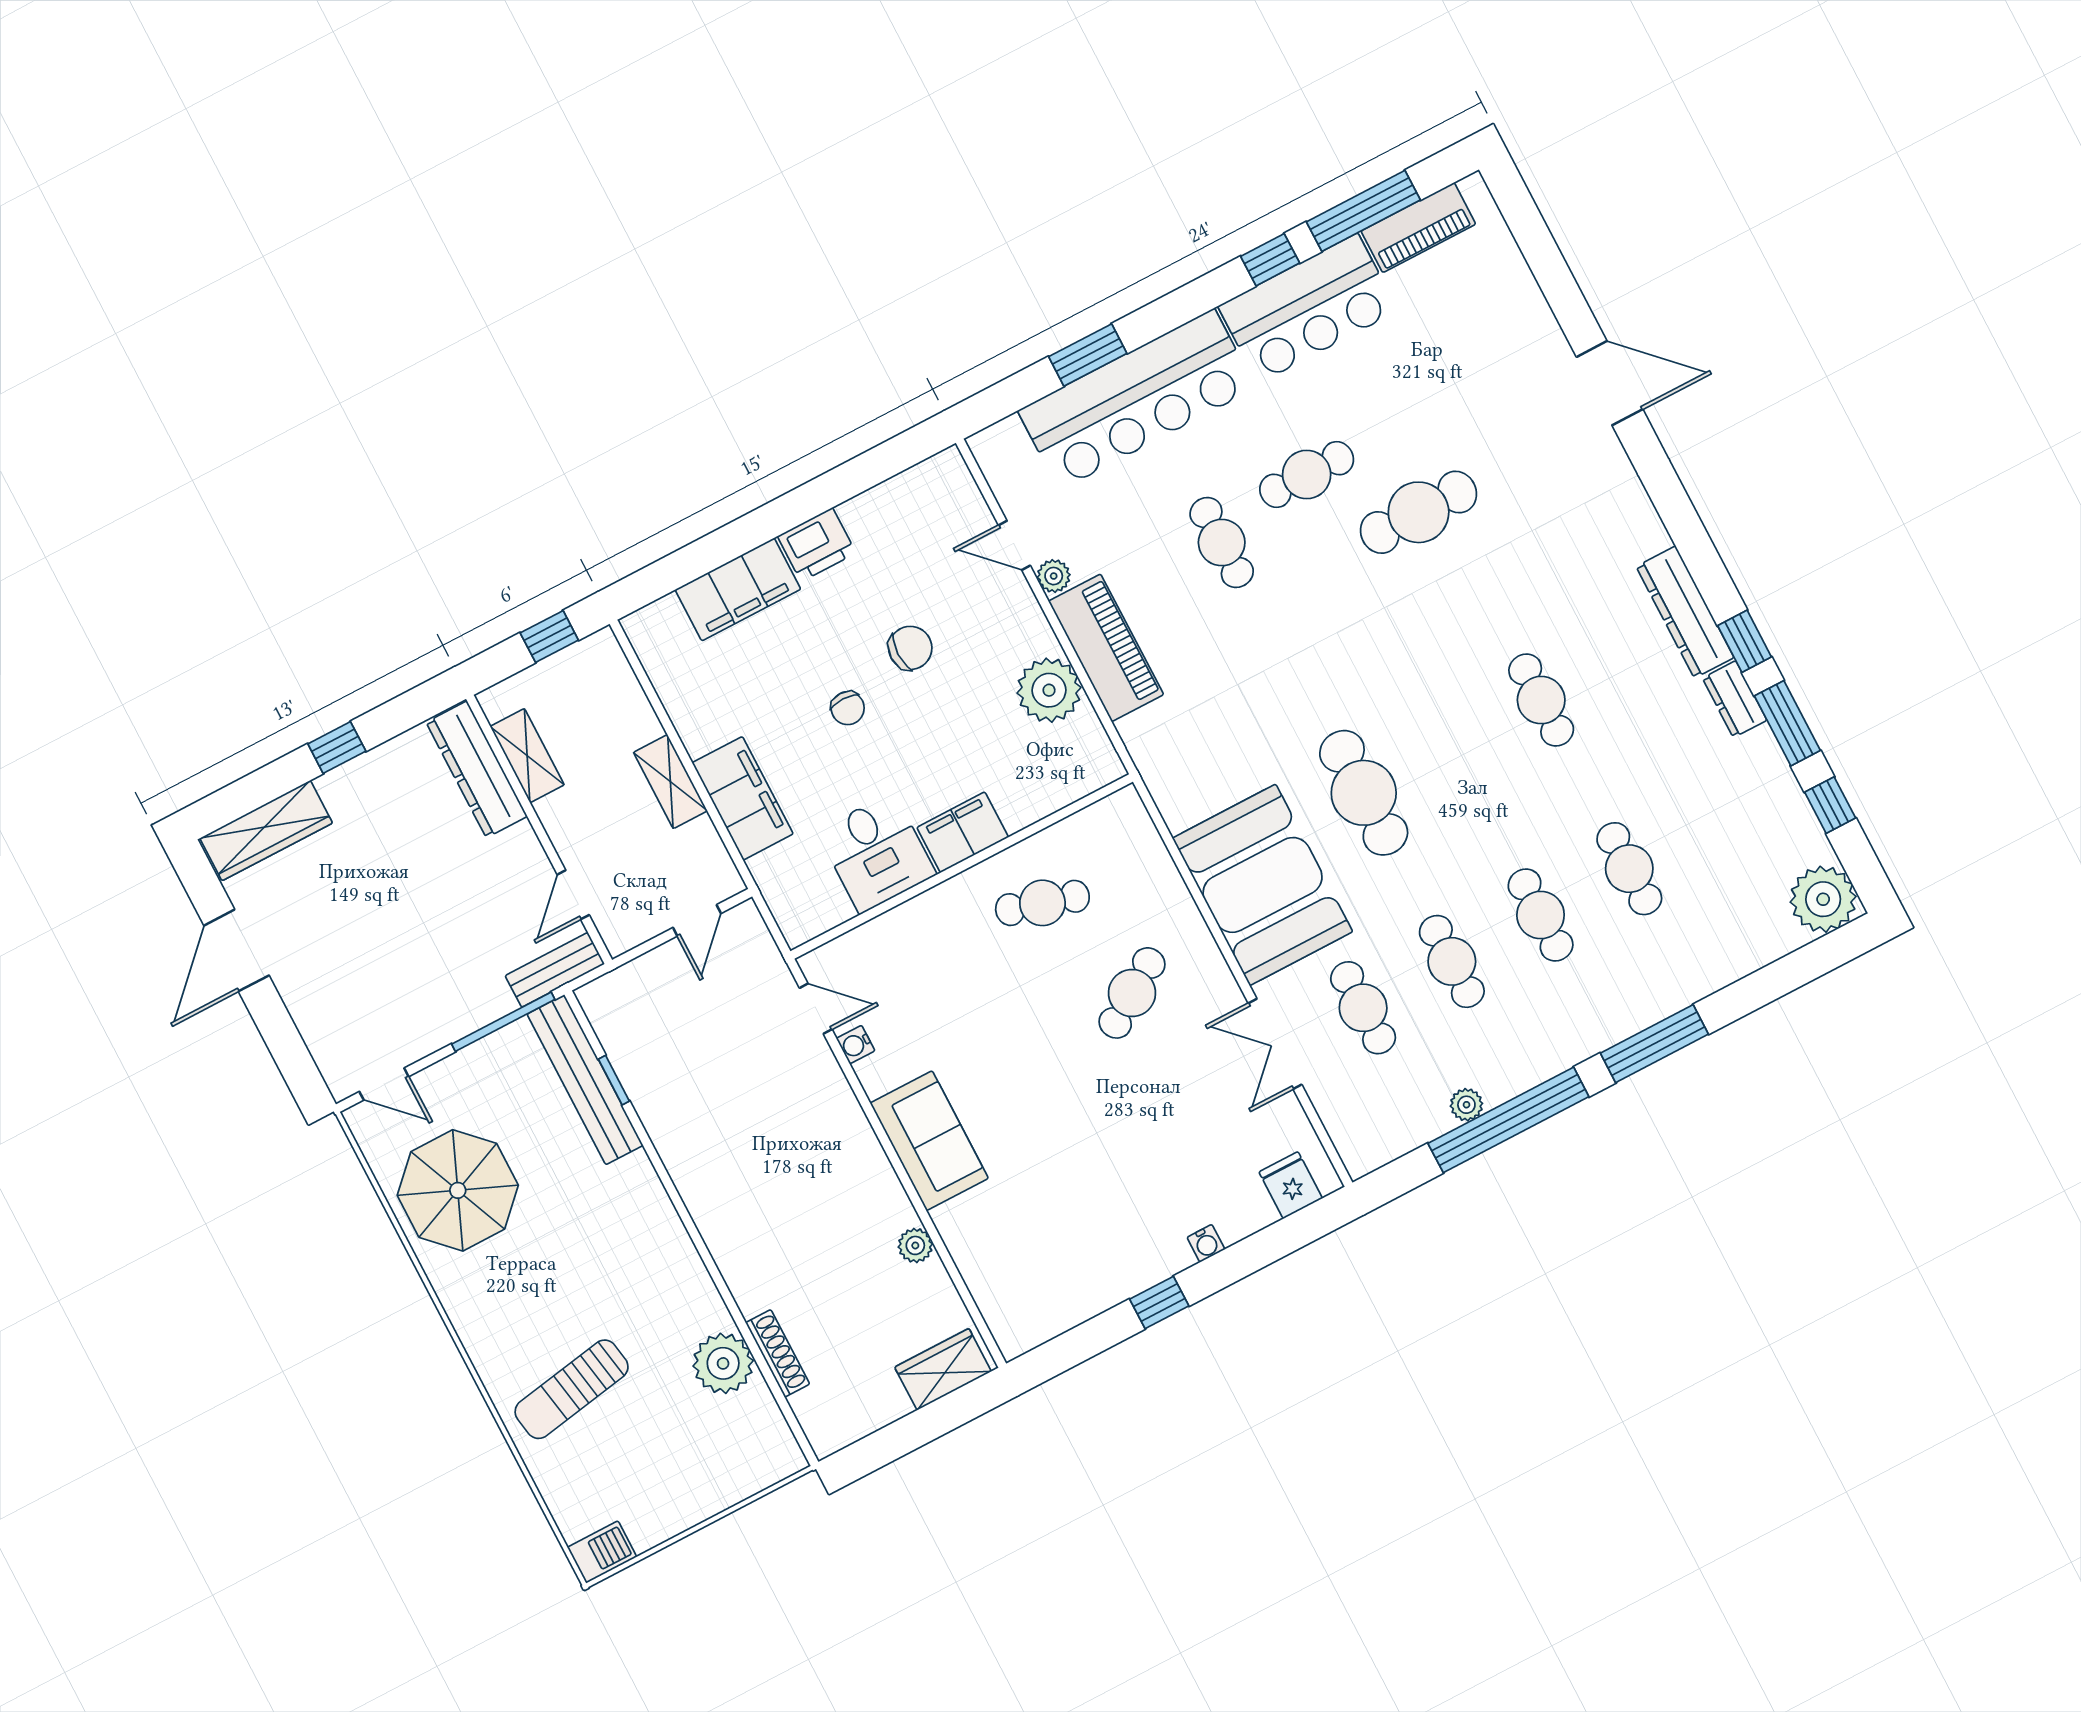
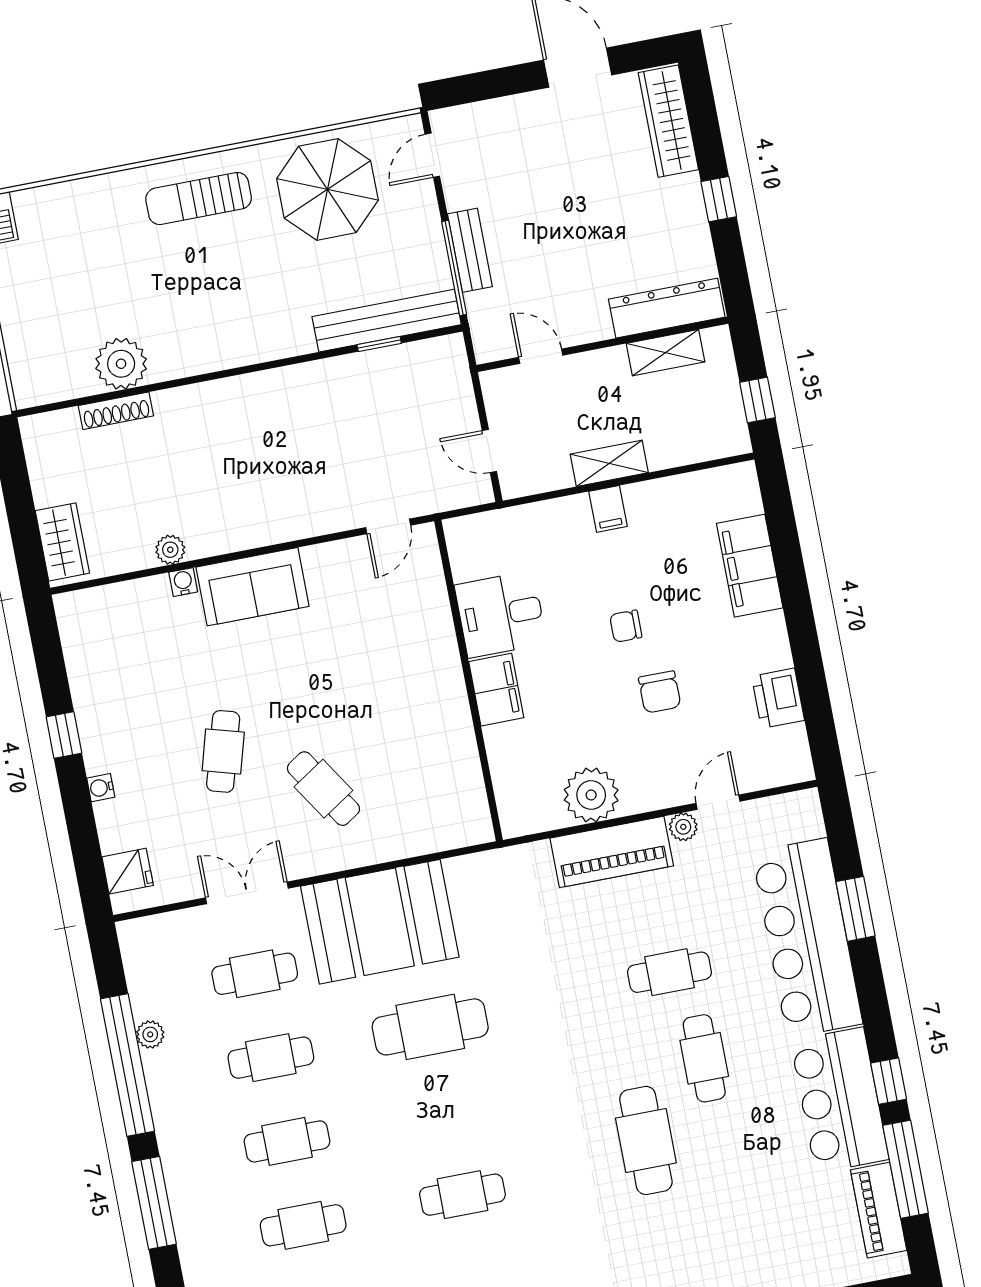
printer: (817, 545) -> (778, 698), moved
filing cabinet: (743, 798) -> (608, 509), width x0.33, depth x0.86
cafe table: (1042, 903) -> (223, 751), moved
bench: (555, 970) -> (470, 250), moved
water cooler: (856, 1045) -> (183, 582), moved
sun lounger: (572, 1389) -> (199, 199), moved, turned -80

